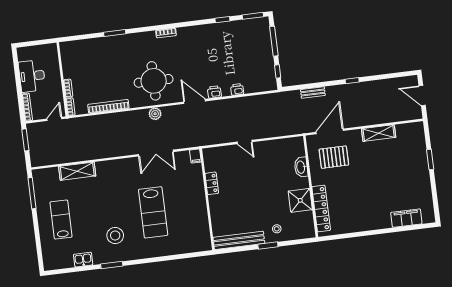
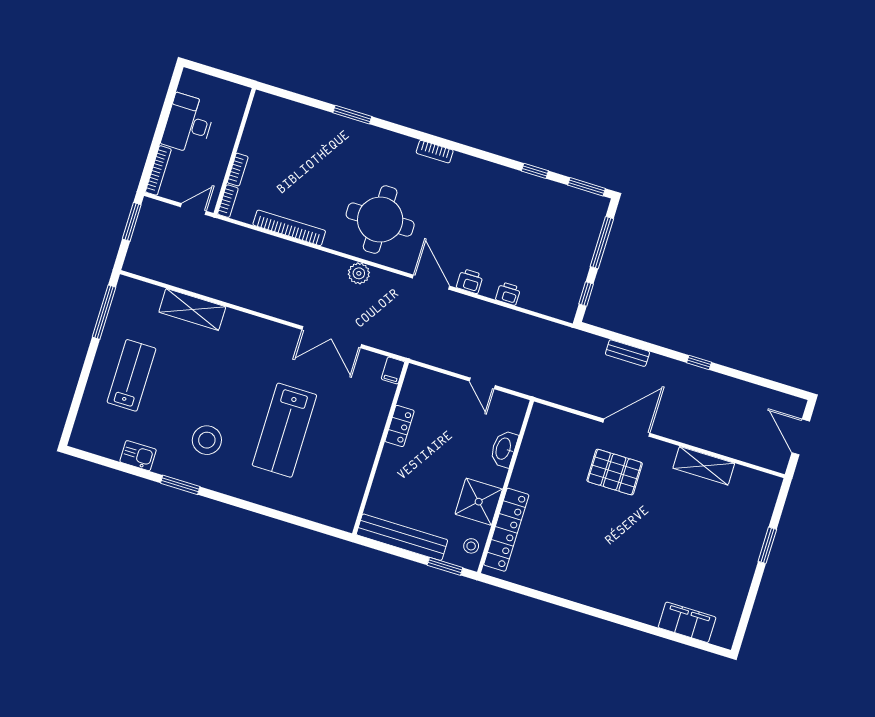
washbasin: (301, 167) -> (504, 449), moved
wall: (311, 186) -> (505, 487), moved
shower: (300, 200) -> (479, 502), moved
locker: (321, 209) -> (506, 530), moved

